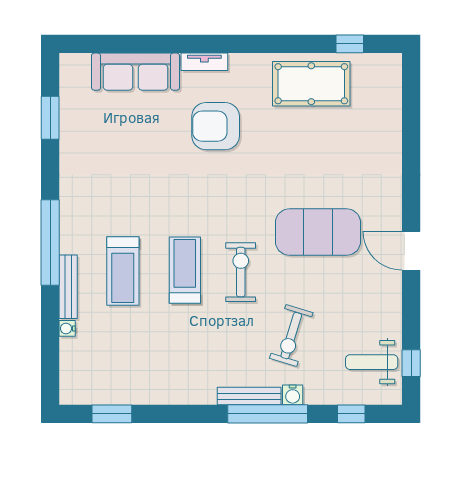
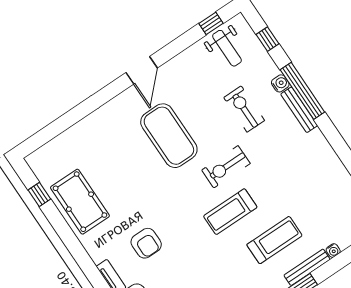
armchair: (216, 126) -> (146, 243), width x0.73, depth x0.73
treadmill: (185, 270) -> (230, 212), moved
exercise bike: (291, 336) -> (244, 109), turned -107

